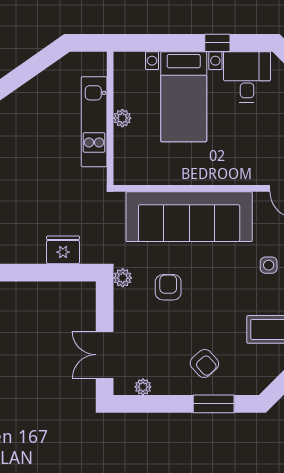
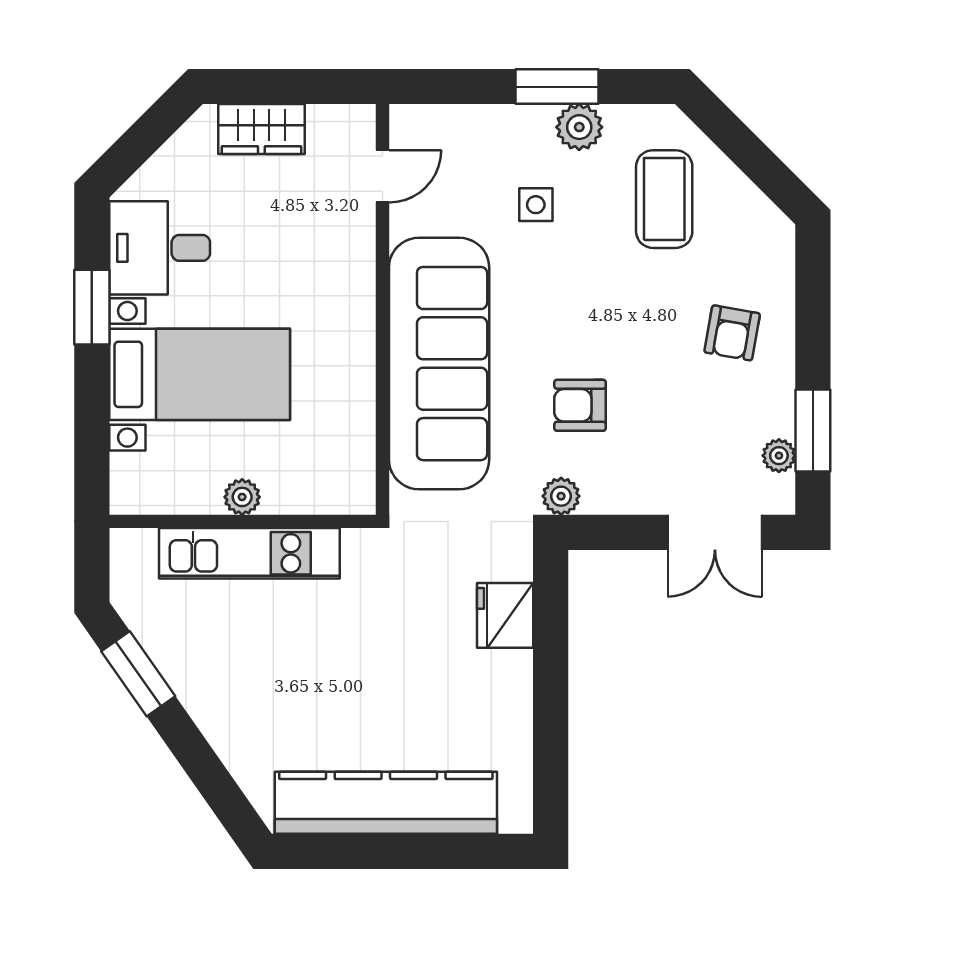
window: (217, 43) -> (92, 307), width x1.50
window: (34, 66) -> (138, 674), added
armchair: (204, 363) -> (732, 333), turned 142
window: (214, 404) -> (813, 430), moved

